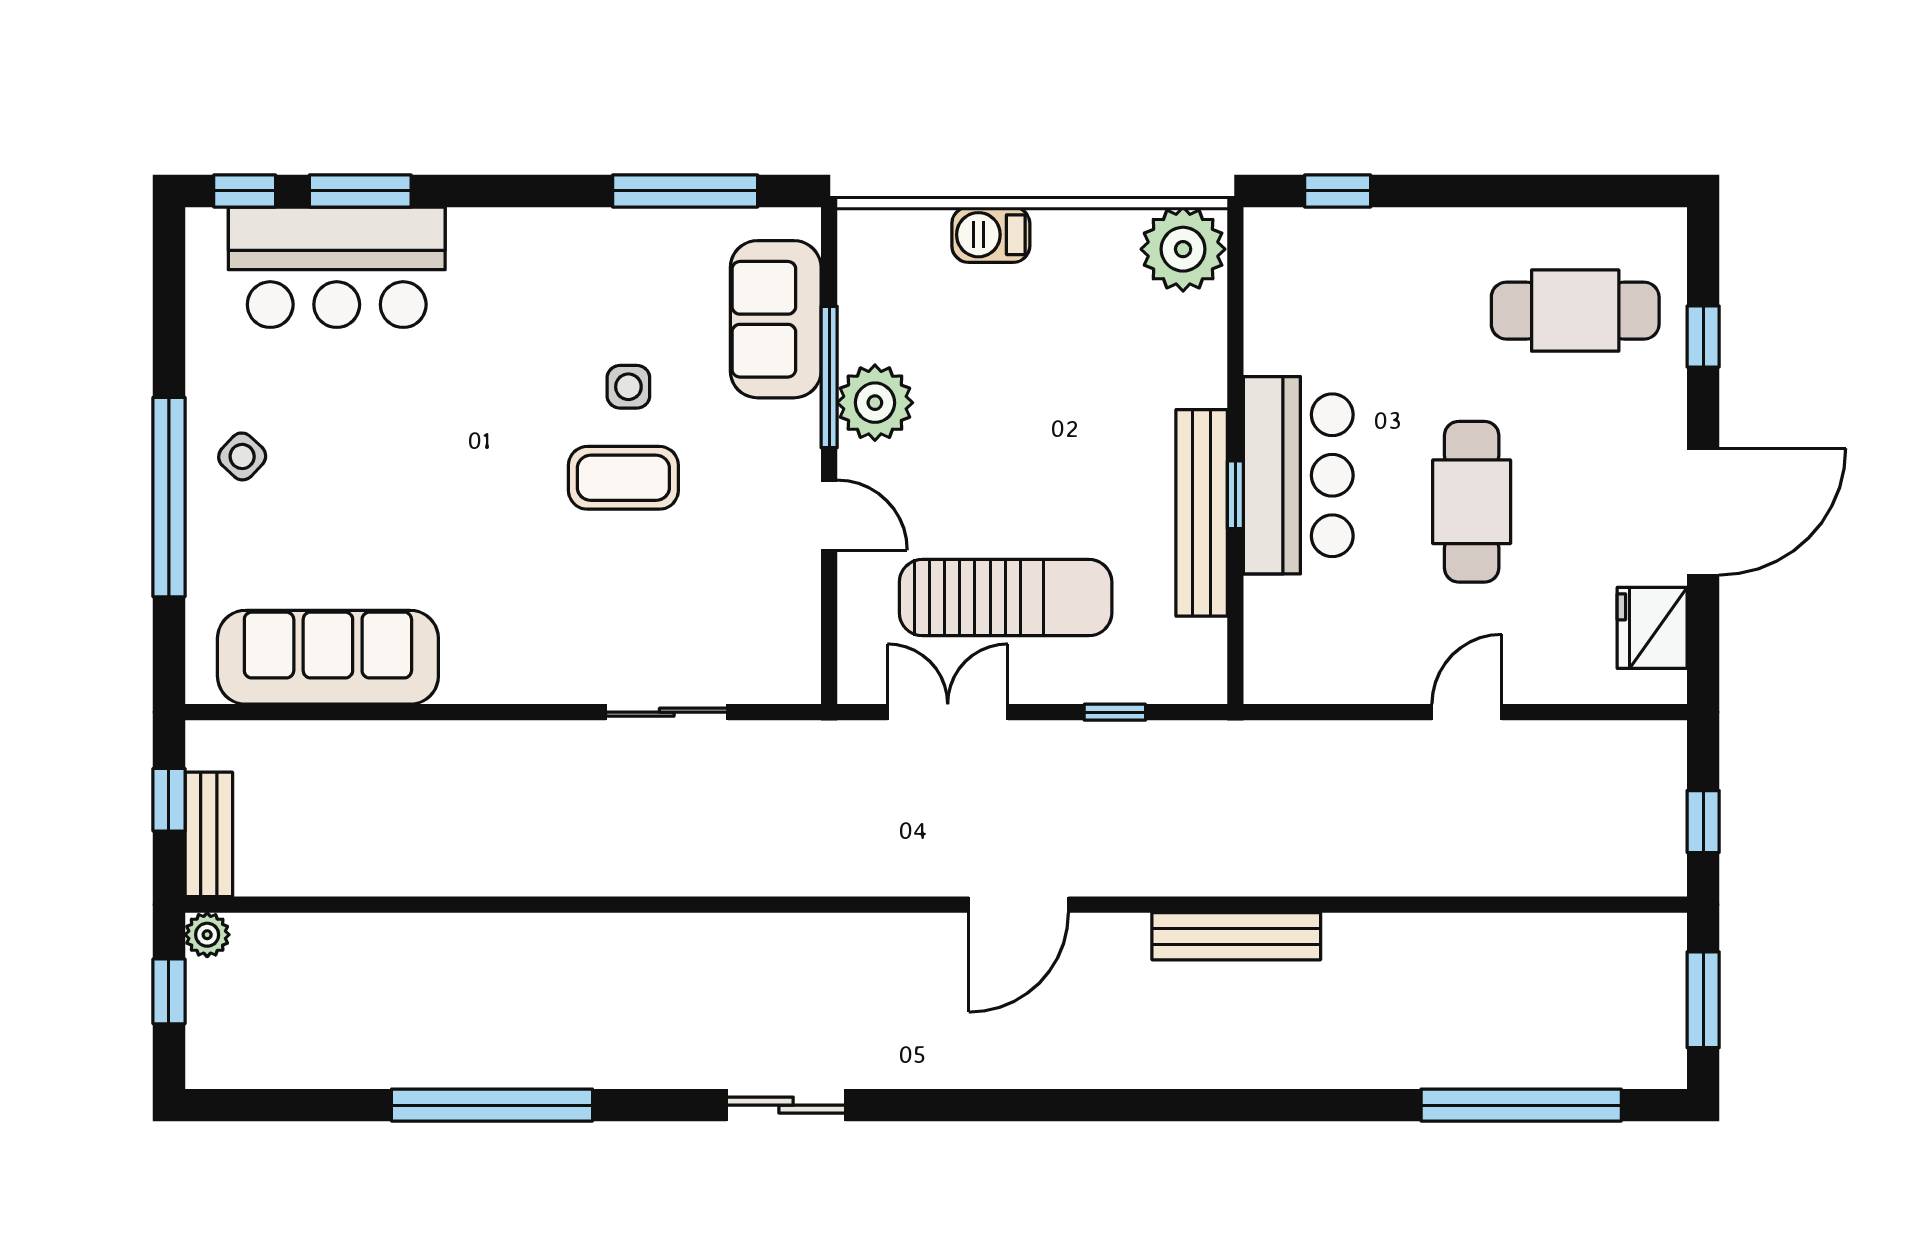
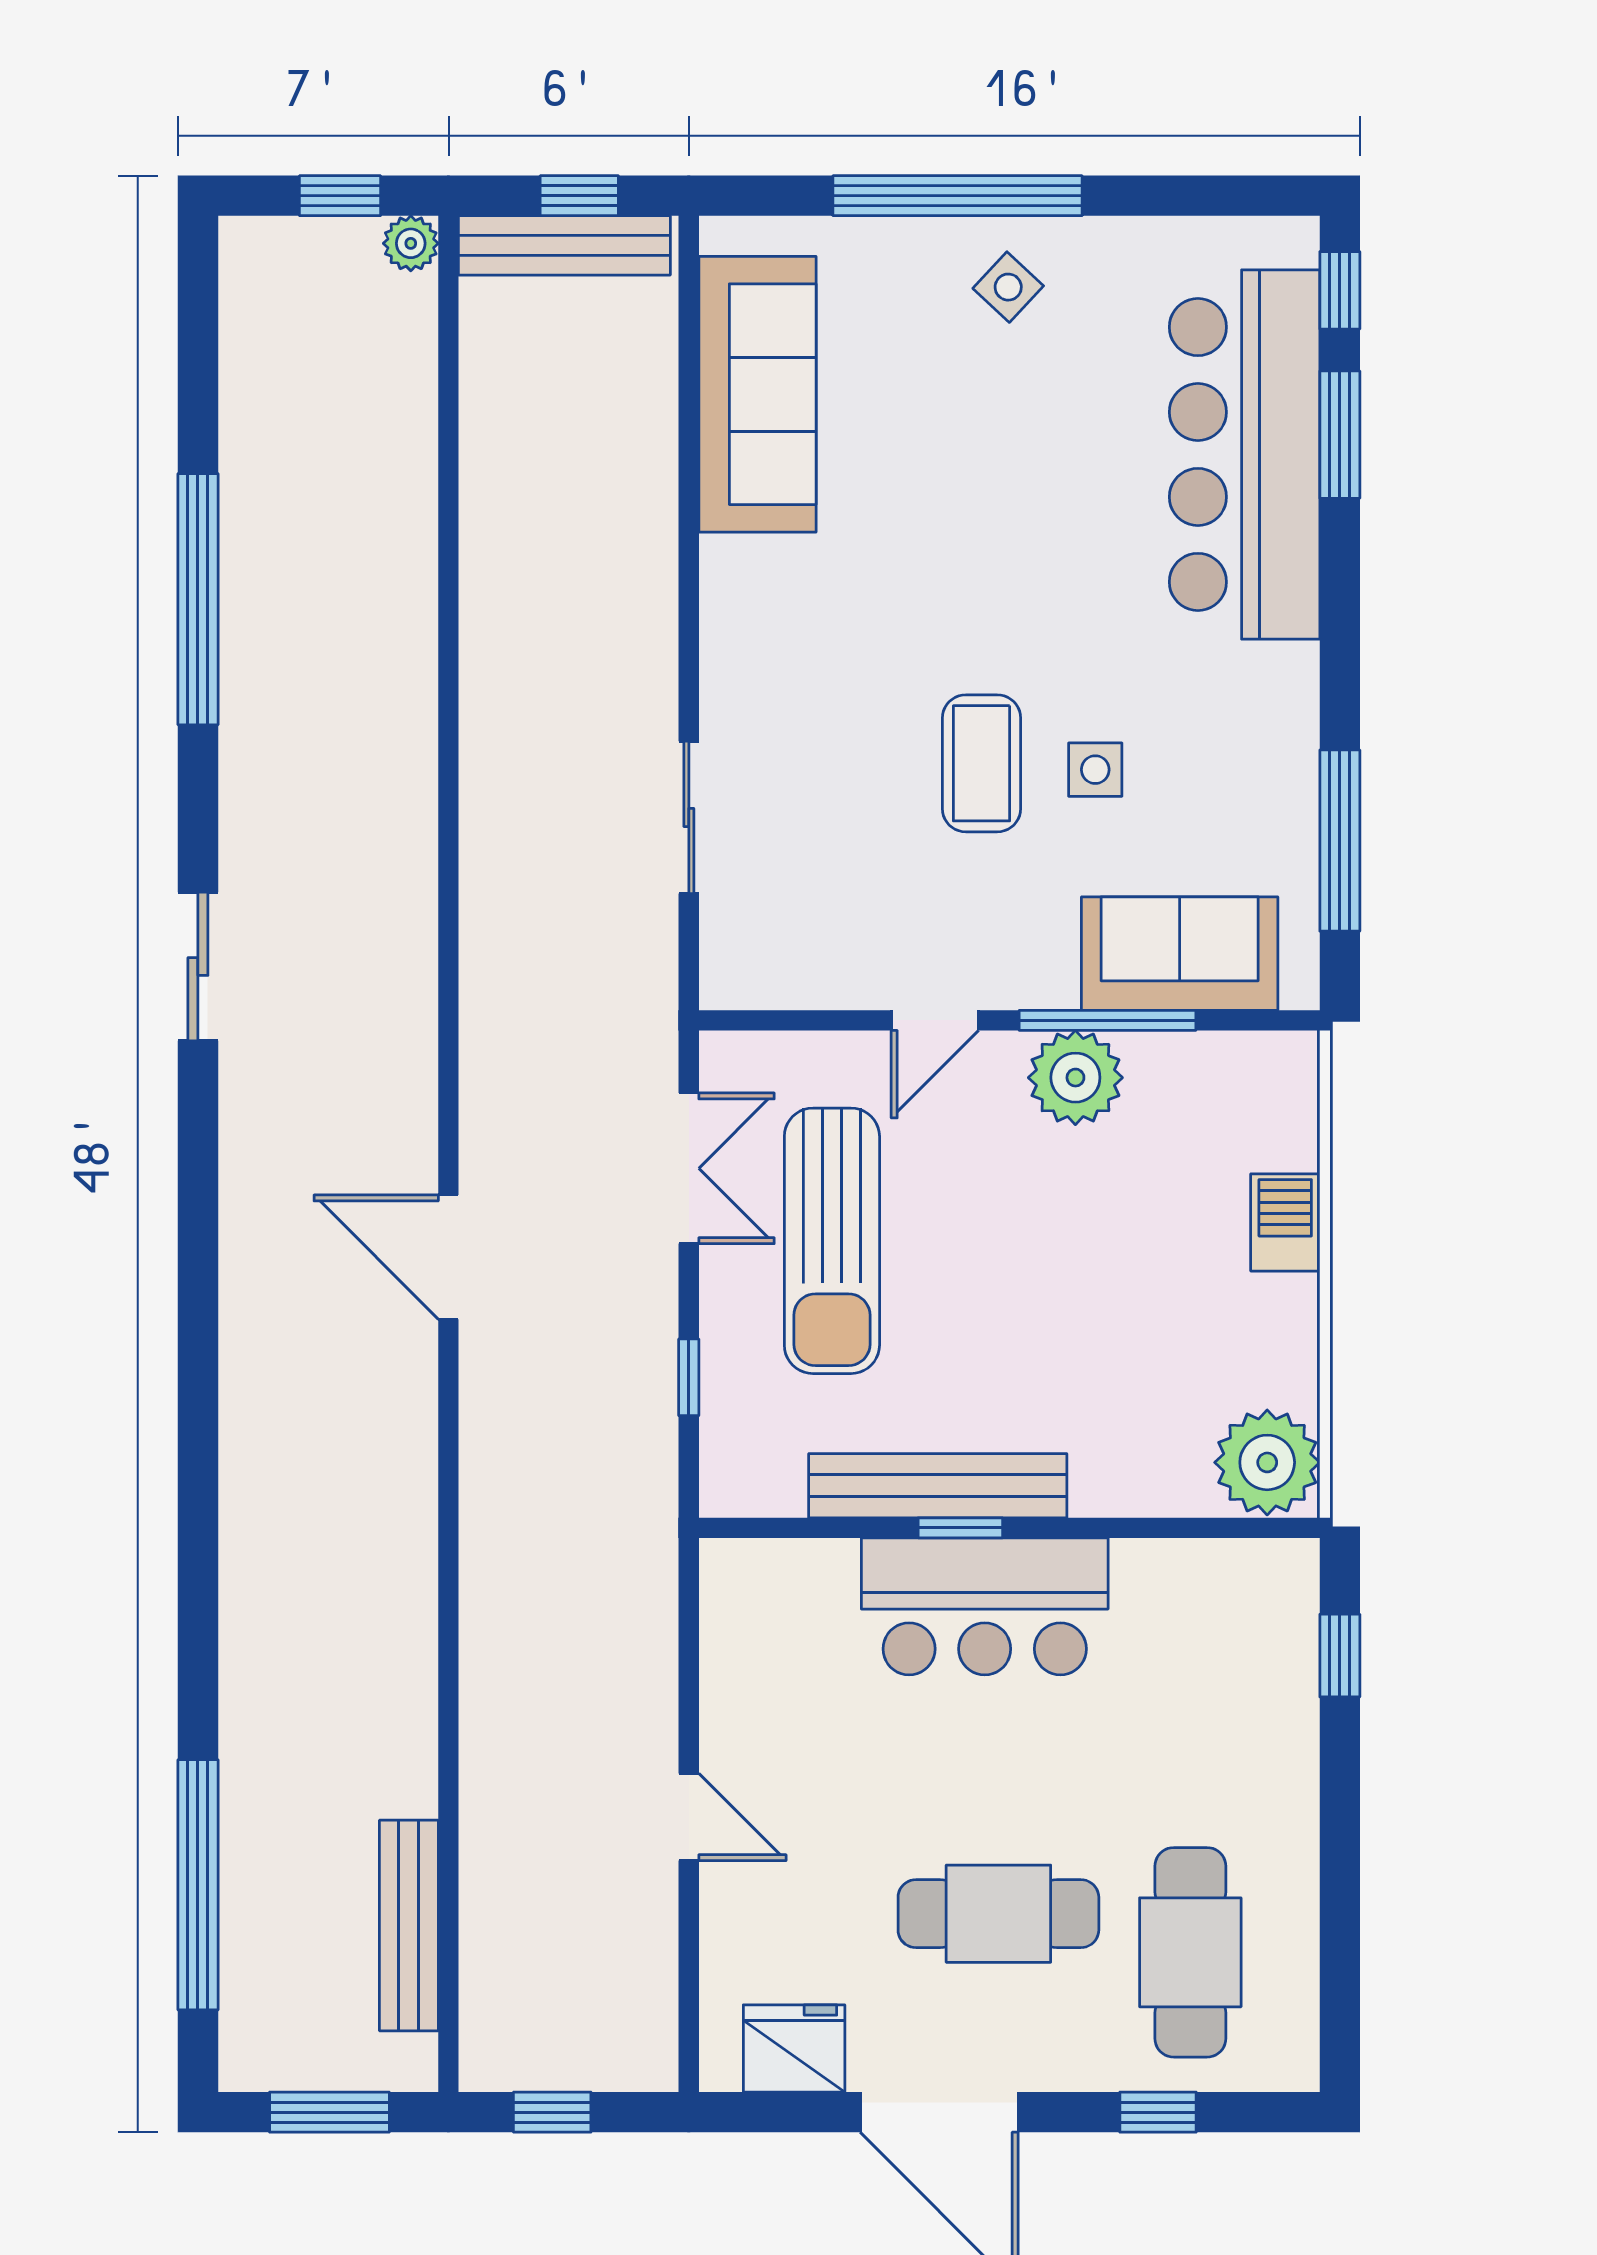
bar counter: (337, 267) -> (1245, 454), width x1.36
cafe table: (1472, 502) -> (998, 1914), moved
bench: (209, 834) -> (564, 245), width x1.36
bench: (1236, 936) -> (409, 1925), moved

